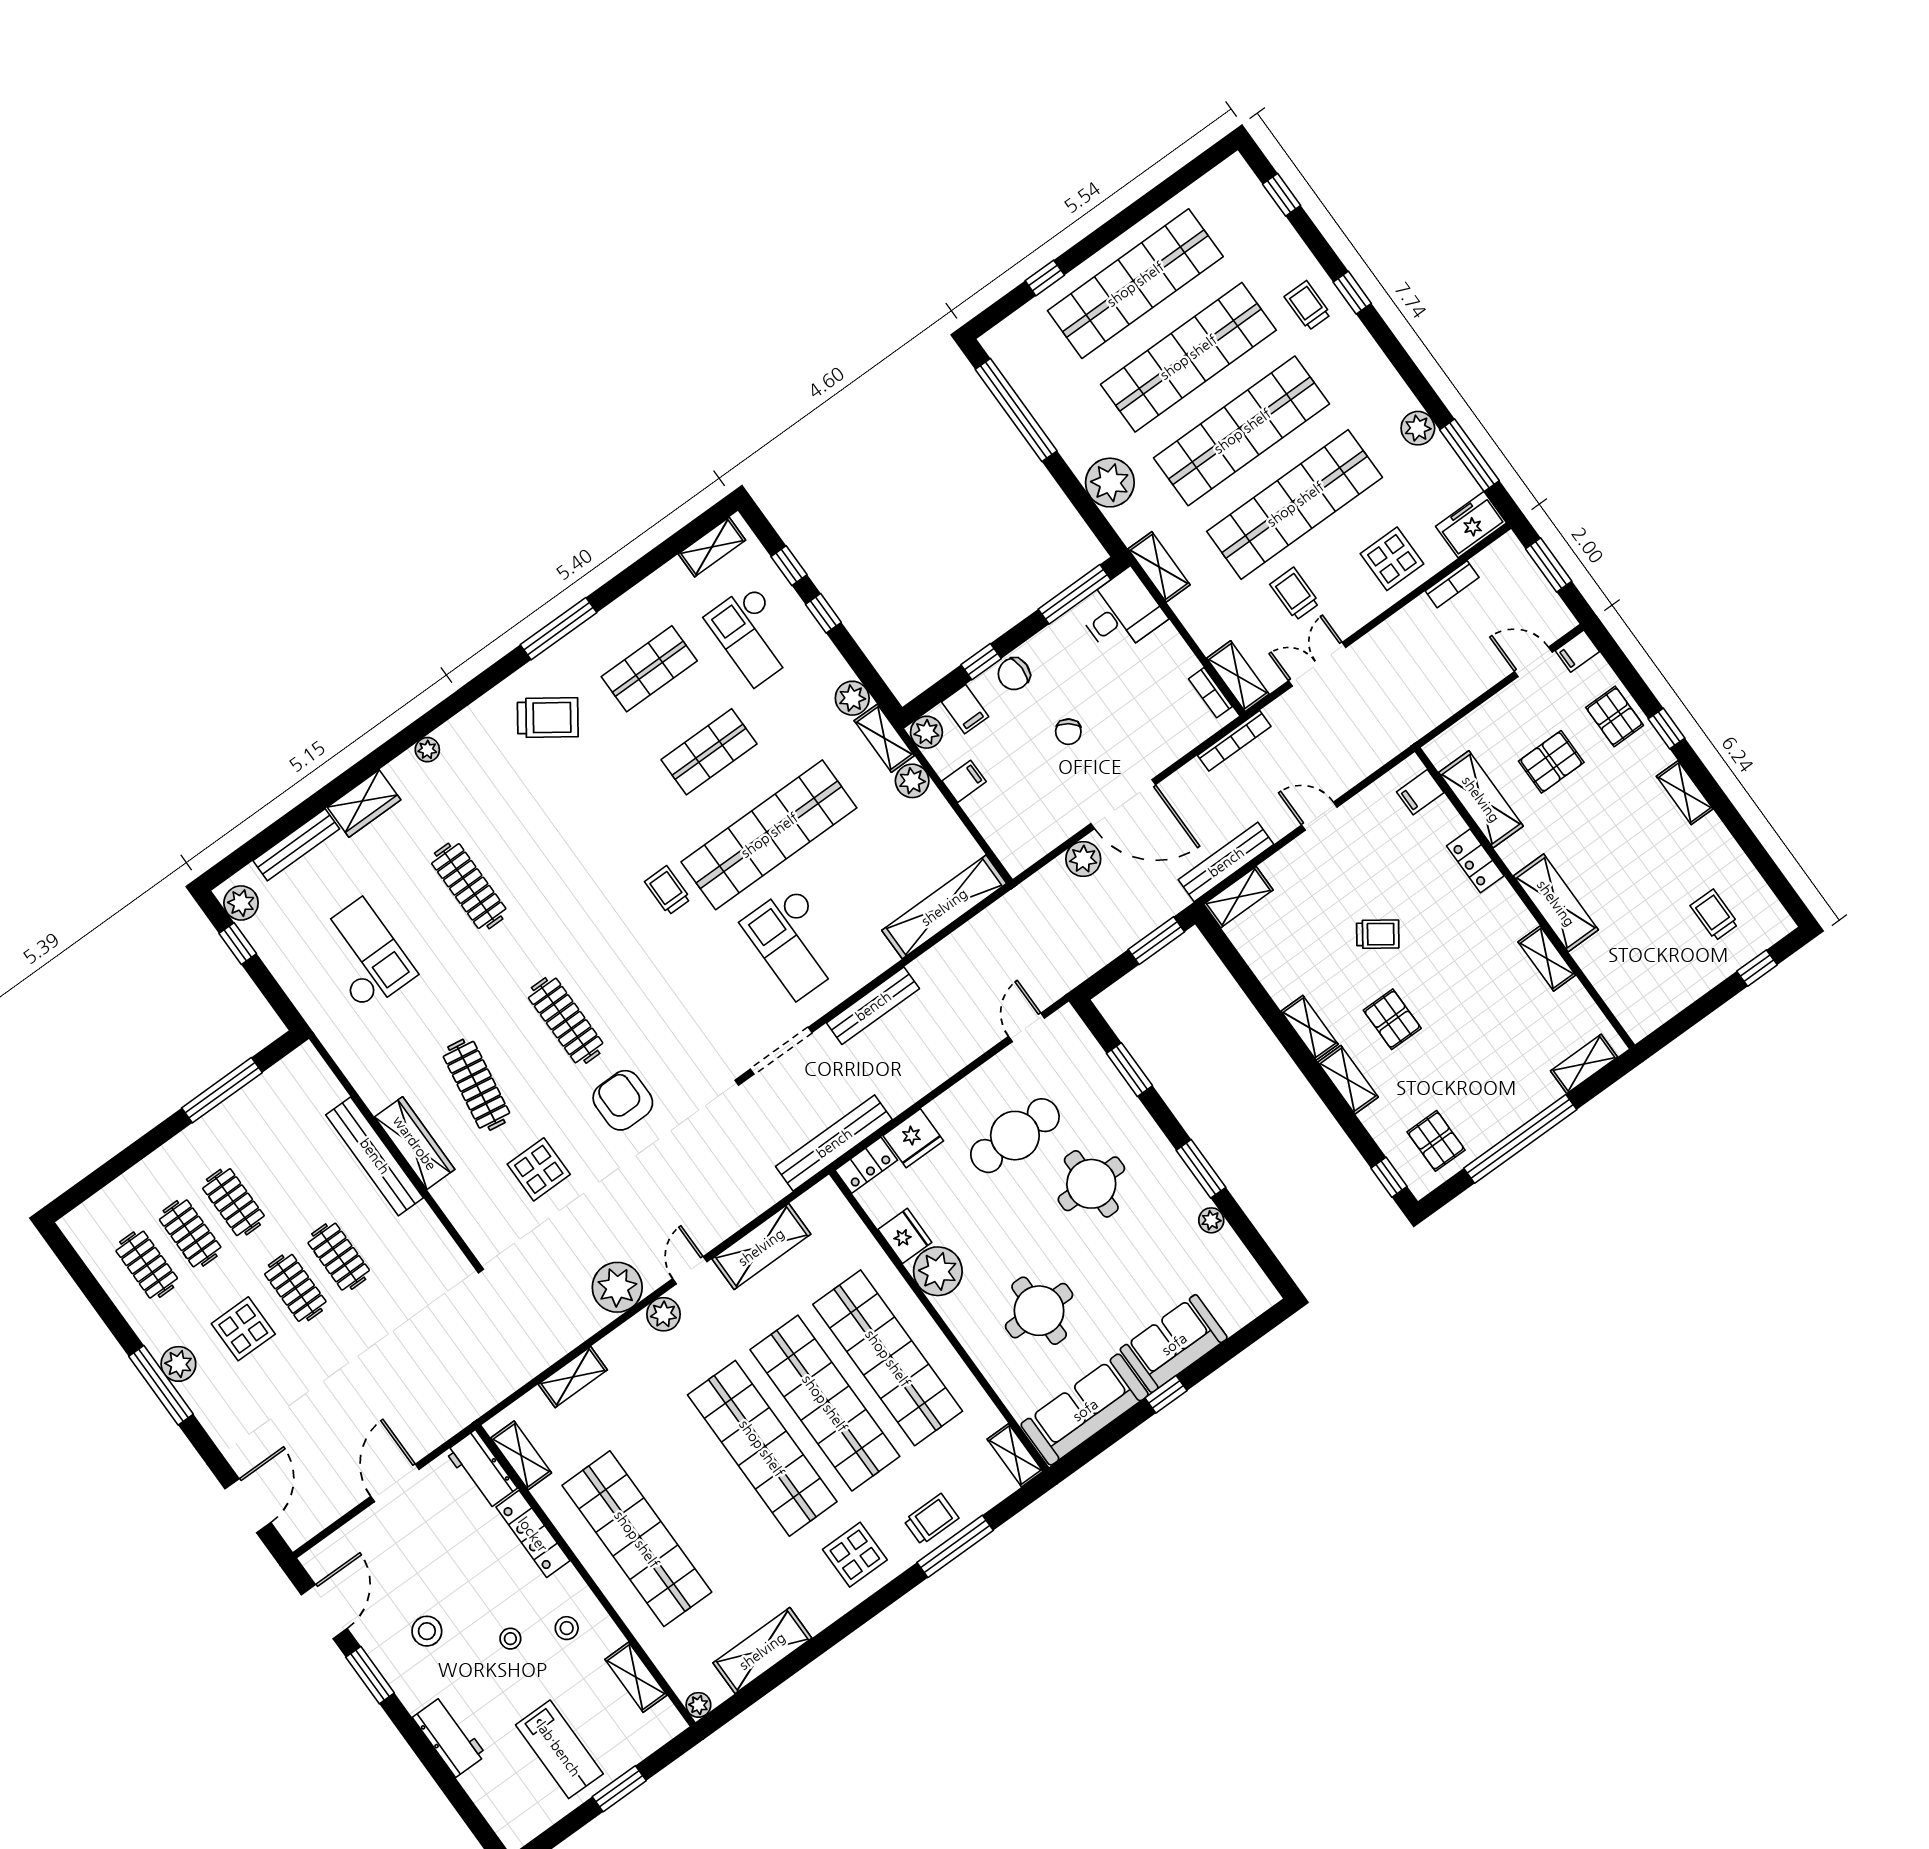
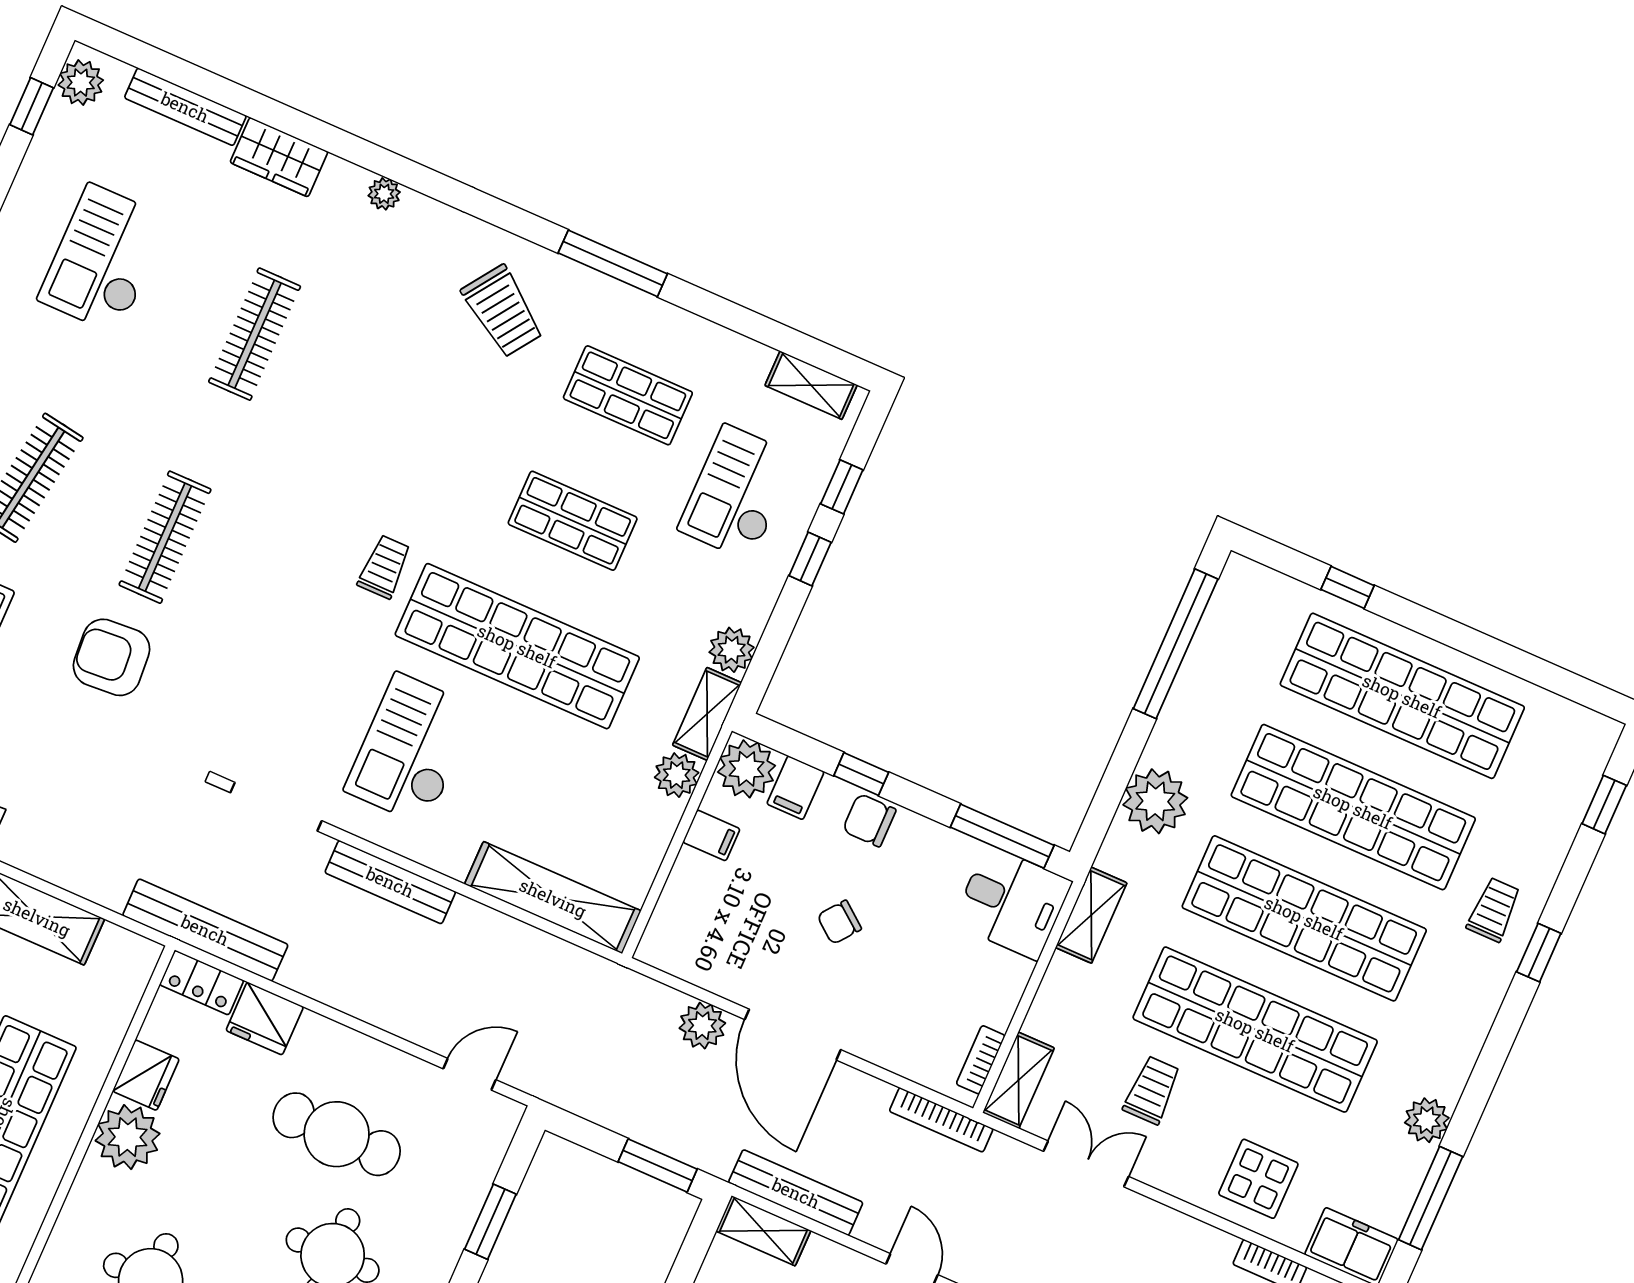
plant: (926, 732) -> (747, 769), width x1.36, depth x1.36
checkout: (363, 955) -> (104, 259), turned 180
armchair: (623, 1100) -> (112, 657), turned -94

